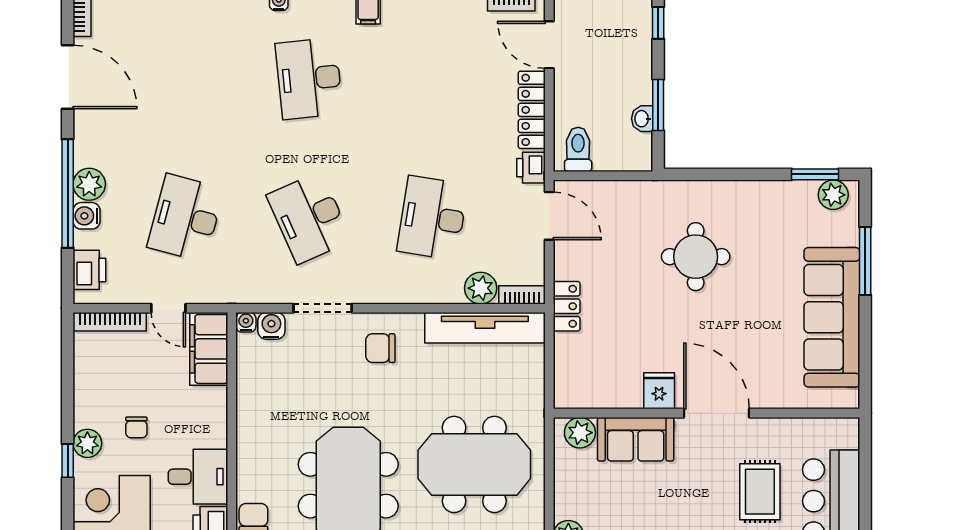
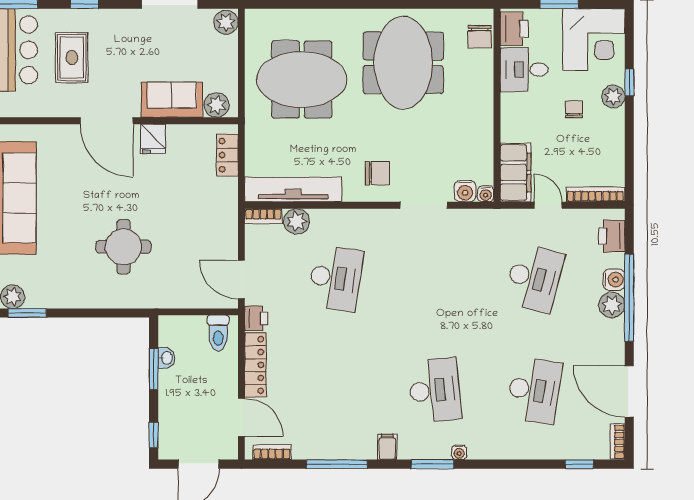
desk: (309, 218) -> (534, 390), moved, turned 33
locker: (567, 306) -> (227, 155), moved

